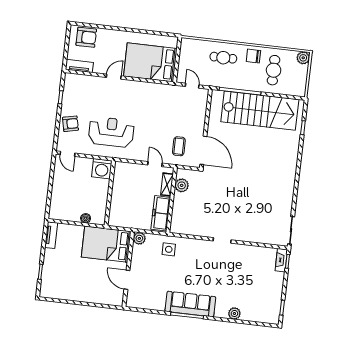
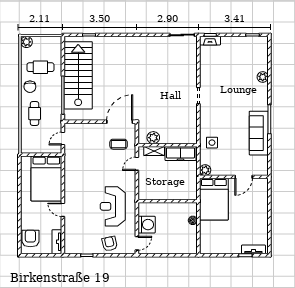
washing machine: (102, 169) -> (147, 225), moved
tv unit: (51, 235) -> (253, 249), moved
sofa: (190, 304) -> (259, 133), moved

